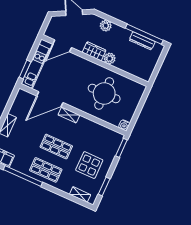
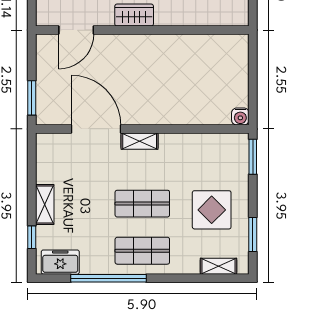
plant: (110, 59) -> (165, 16), removed
kitchen unit: (36, 66) -> (47, 85), removed
round table: (104, 93) -> (183, 78), removed
door: (50, 99) -> (96, 129), swing flipped

